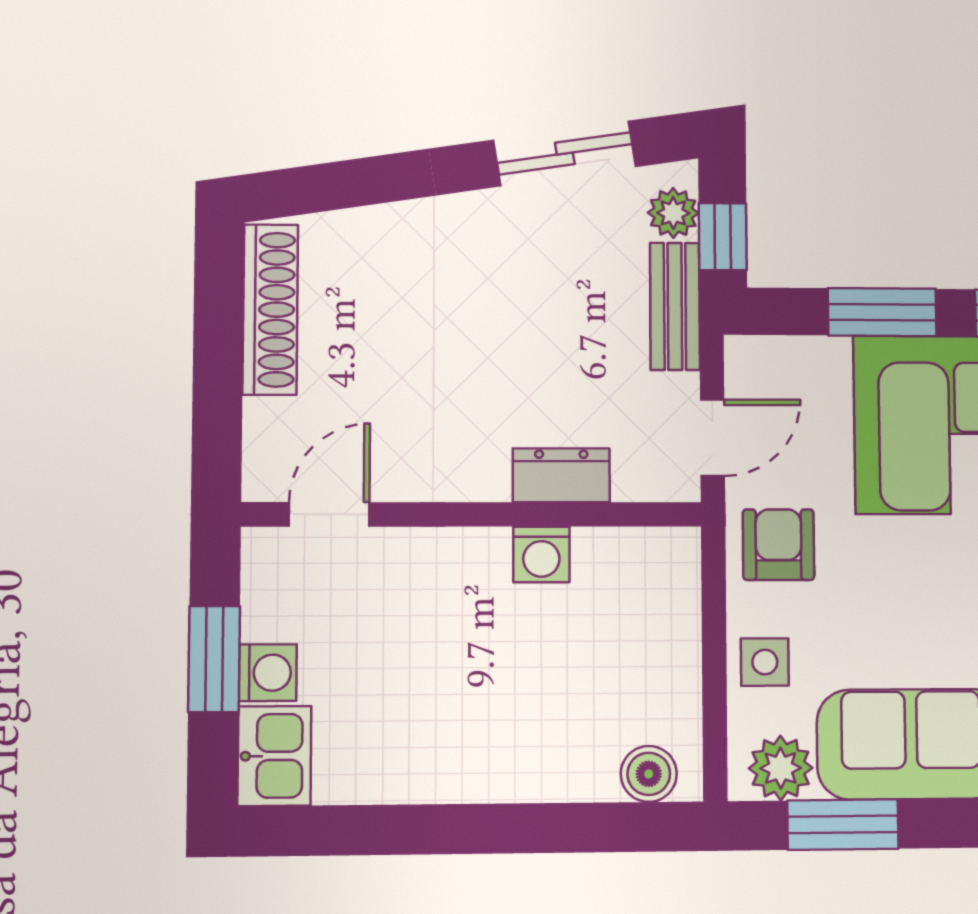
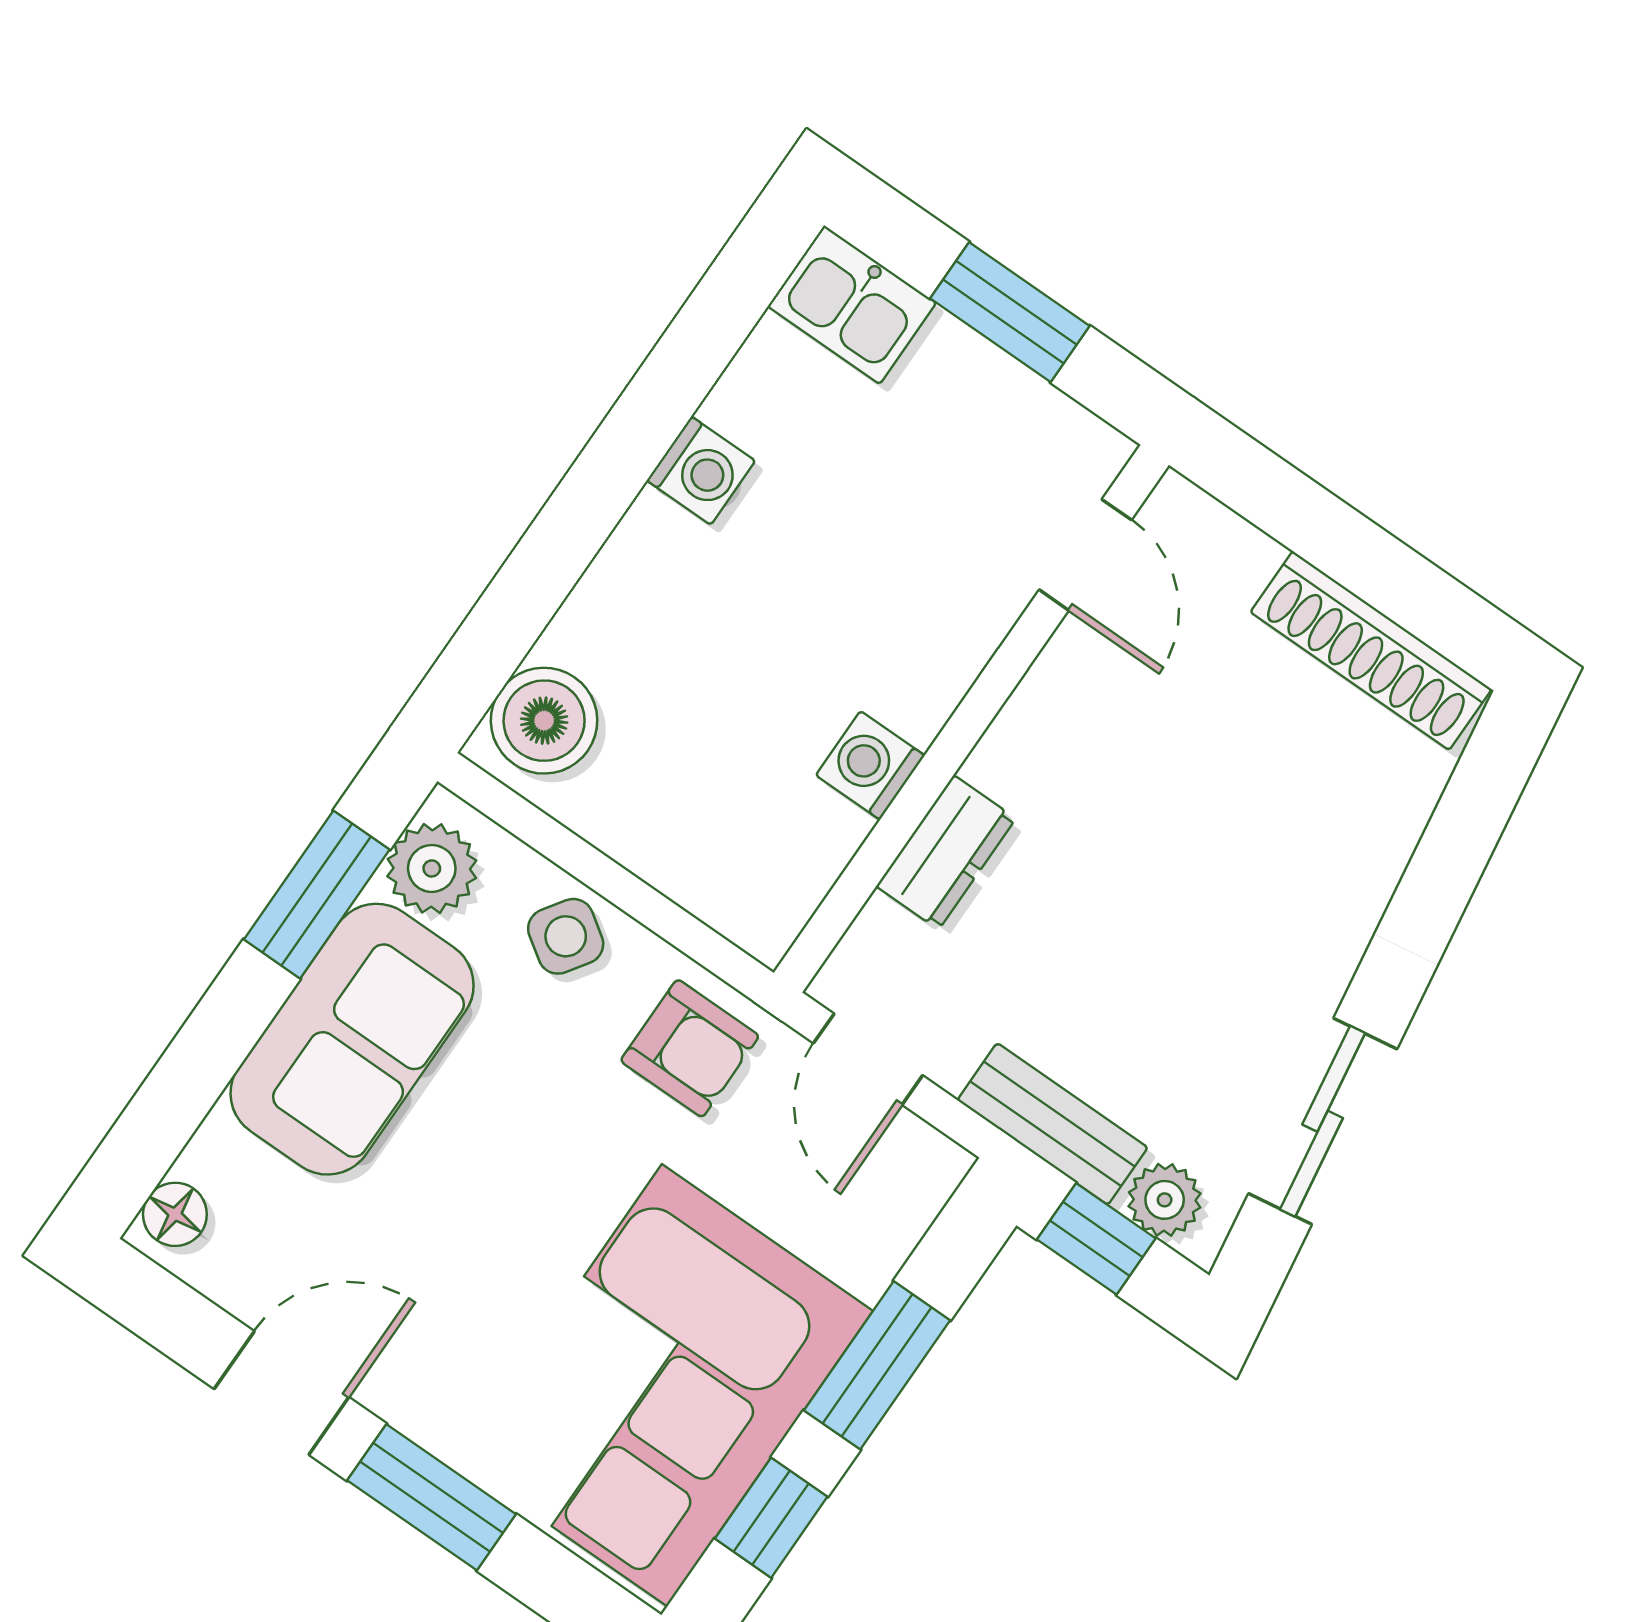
side table: (765, 662) -> (566, 936), turned 34
washing machine: (268, 673) -> (701, 471), moved, turned -90
boiler: (649, 774) -> (544, 721), width x1.36, depth x1.36

